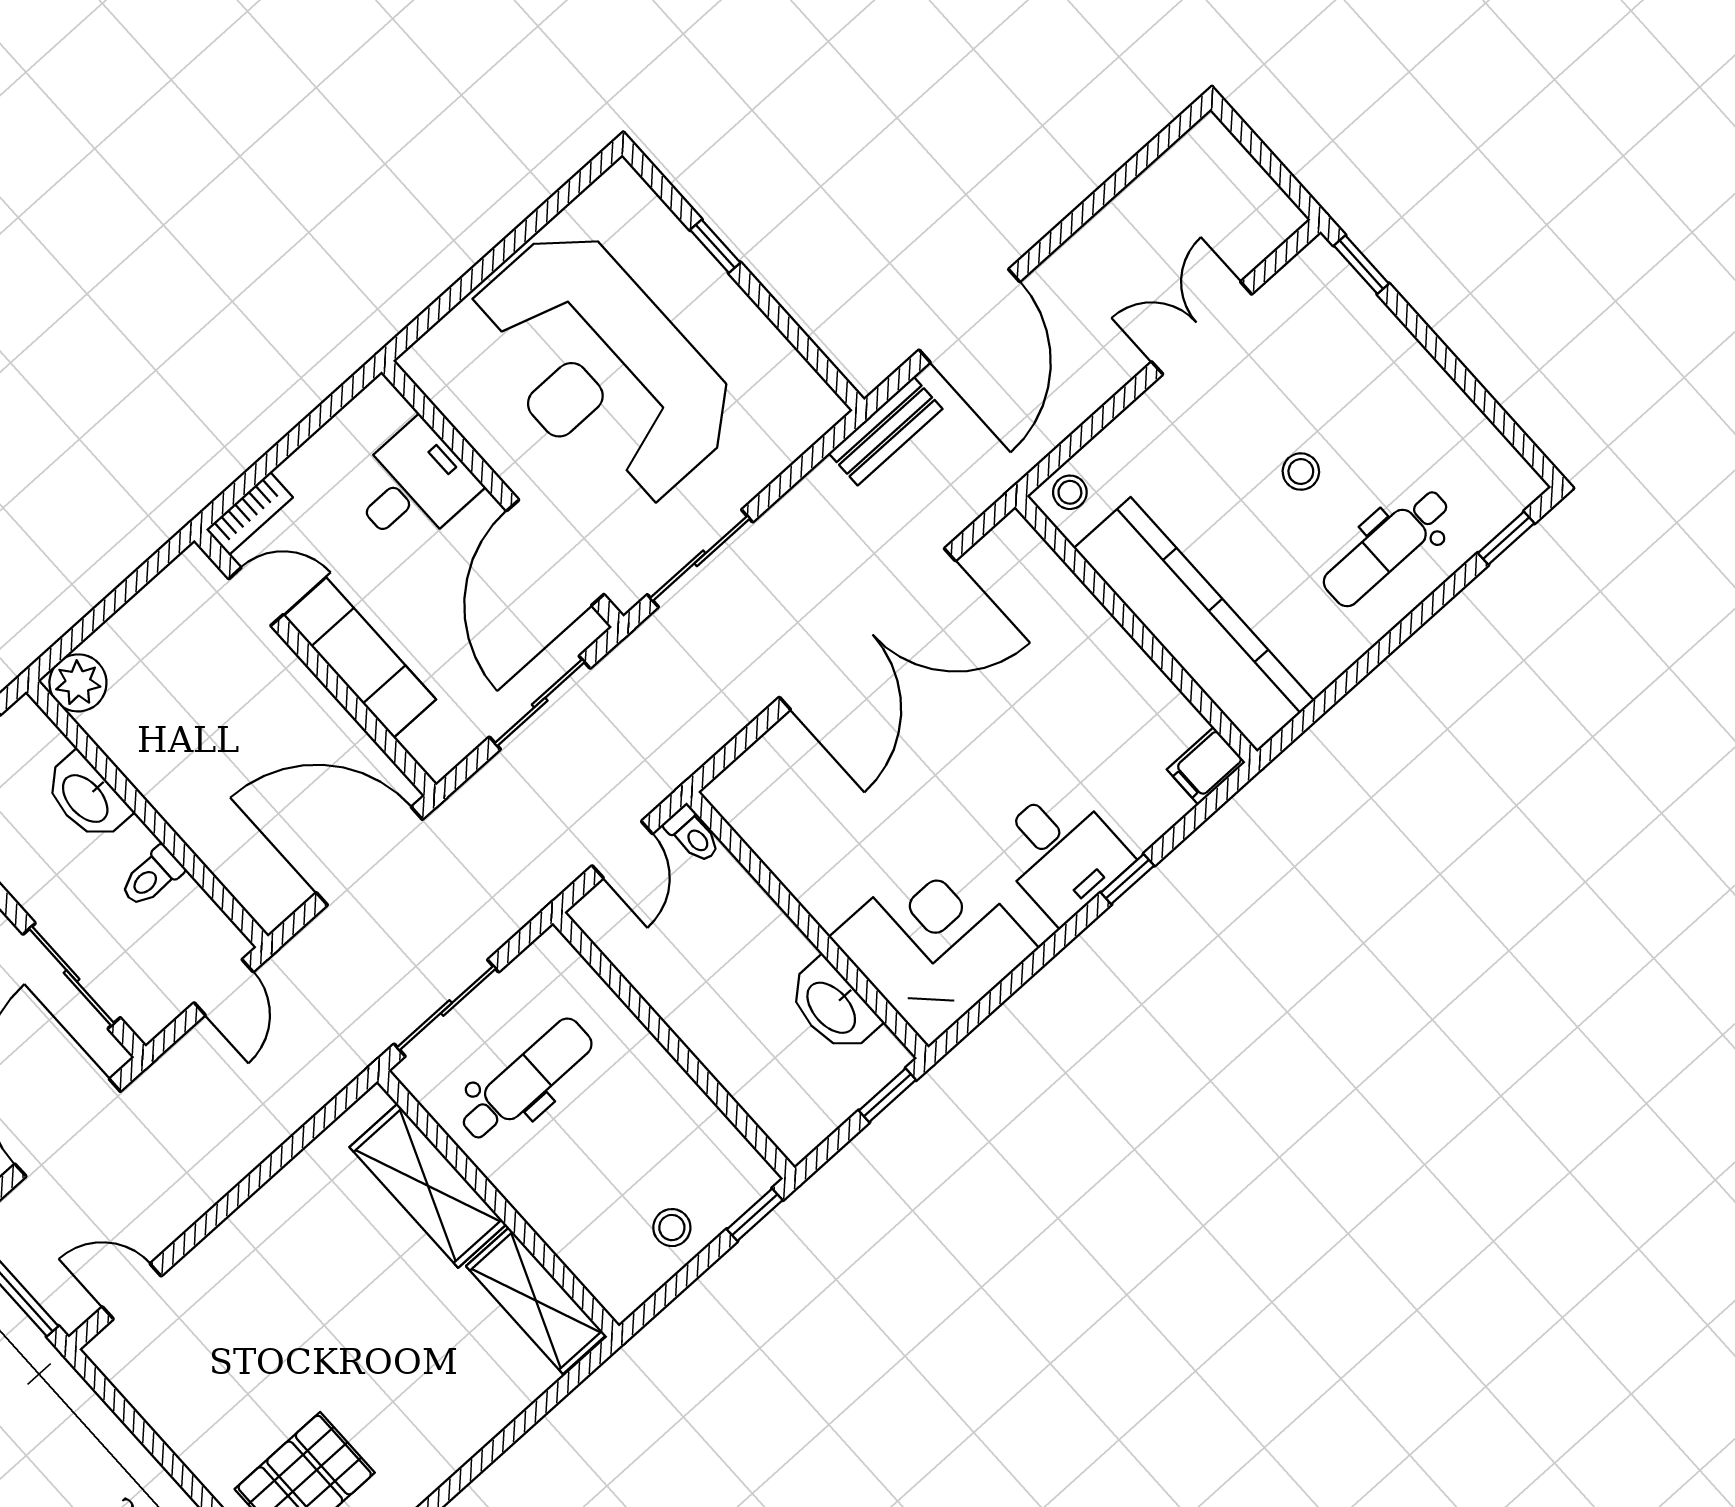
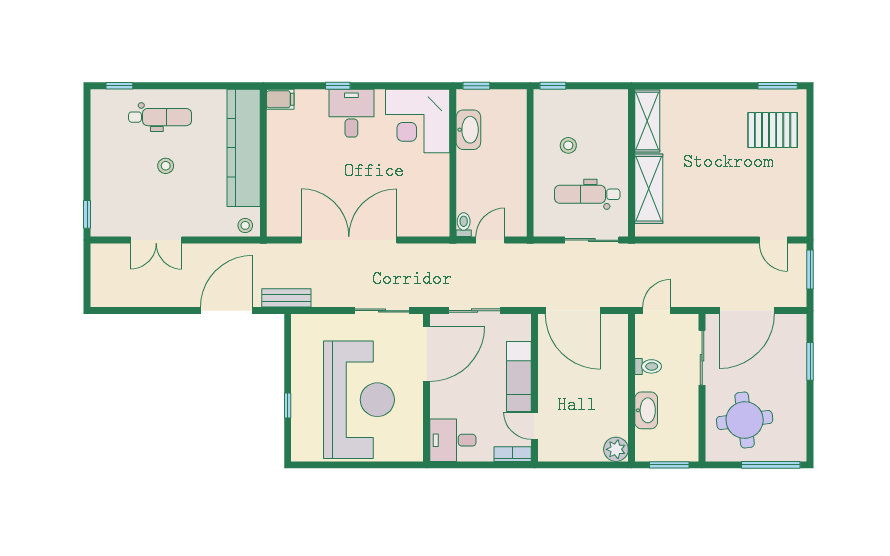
desk: (413, 486) -> (453, 440), moved
stool: (672, 1228) -> (568, 145), moved

